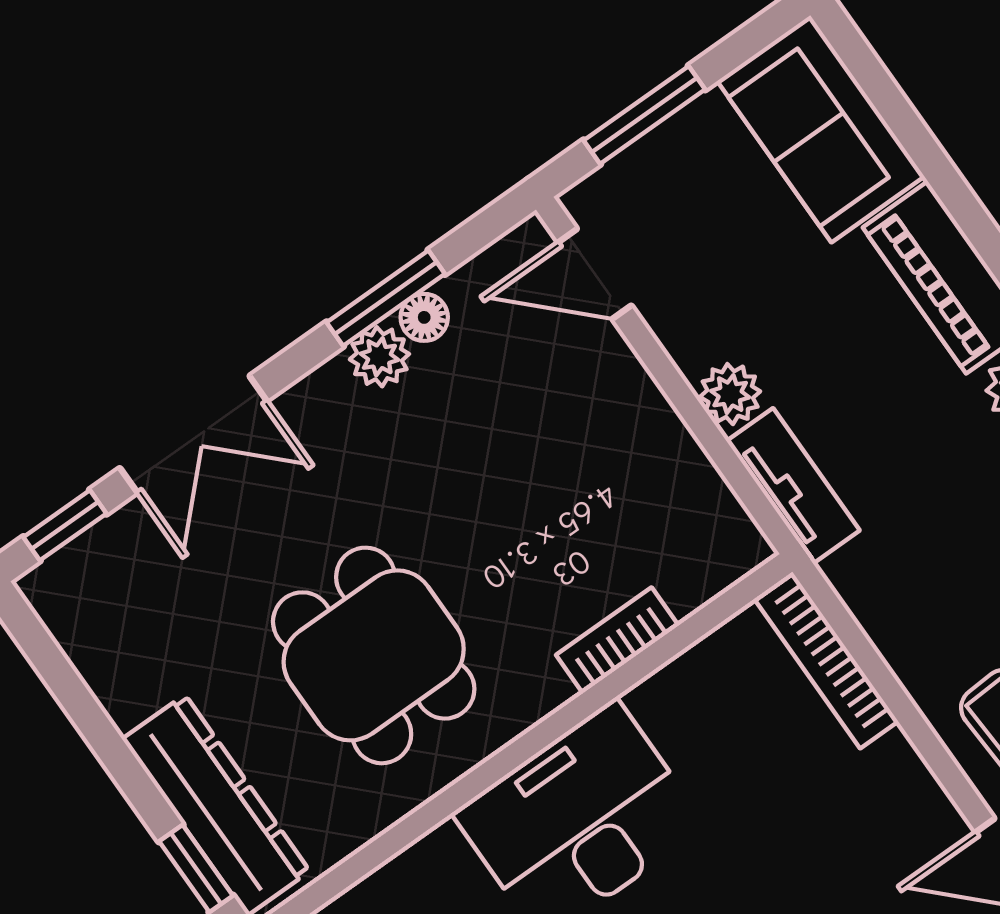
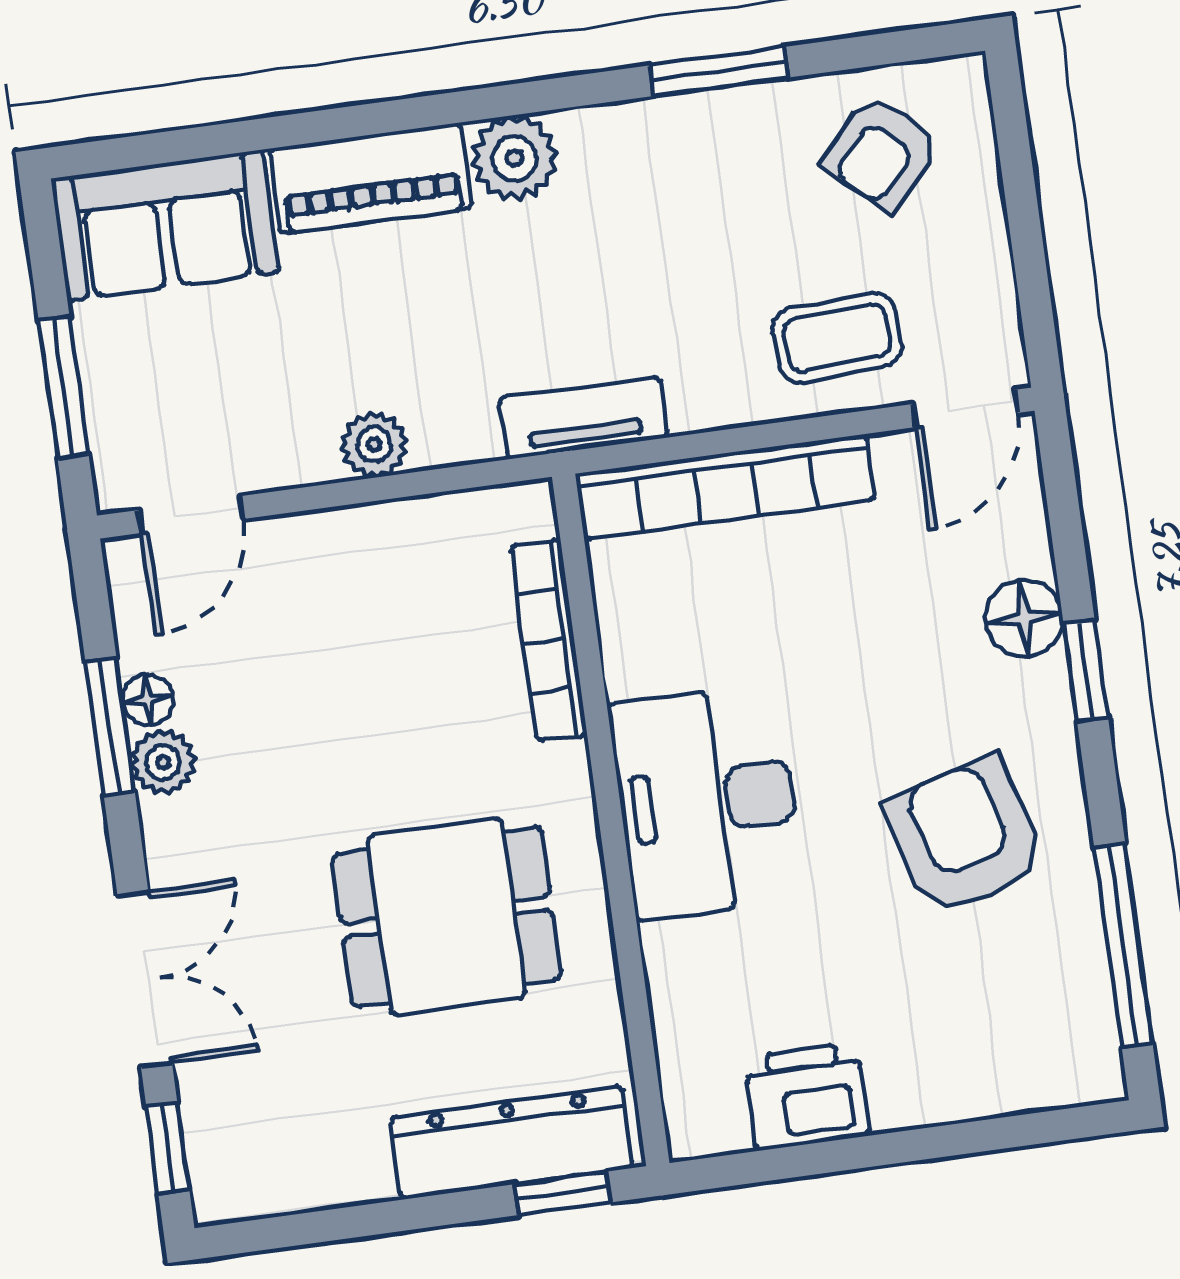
tv unit: (793, 486) -> (584, 418), moved
bookcase: (617, 640) -> (549, 640), width x1.56
bookcase: (826, 660) -> (725, 487), width x1.48, depth x1.31

